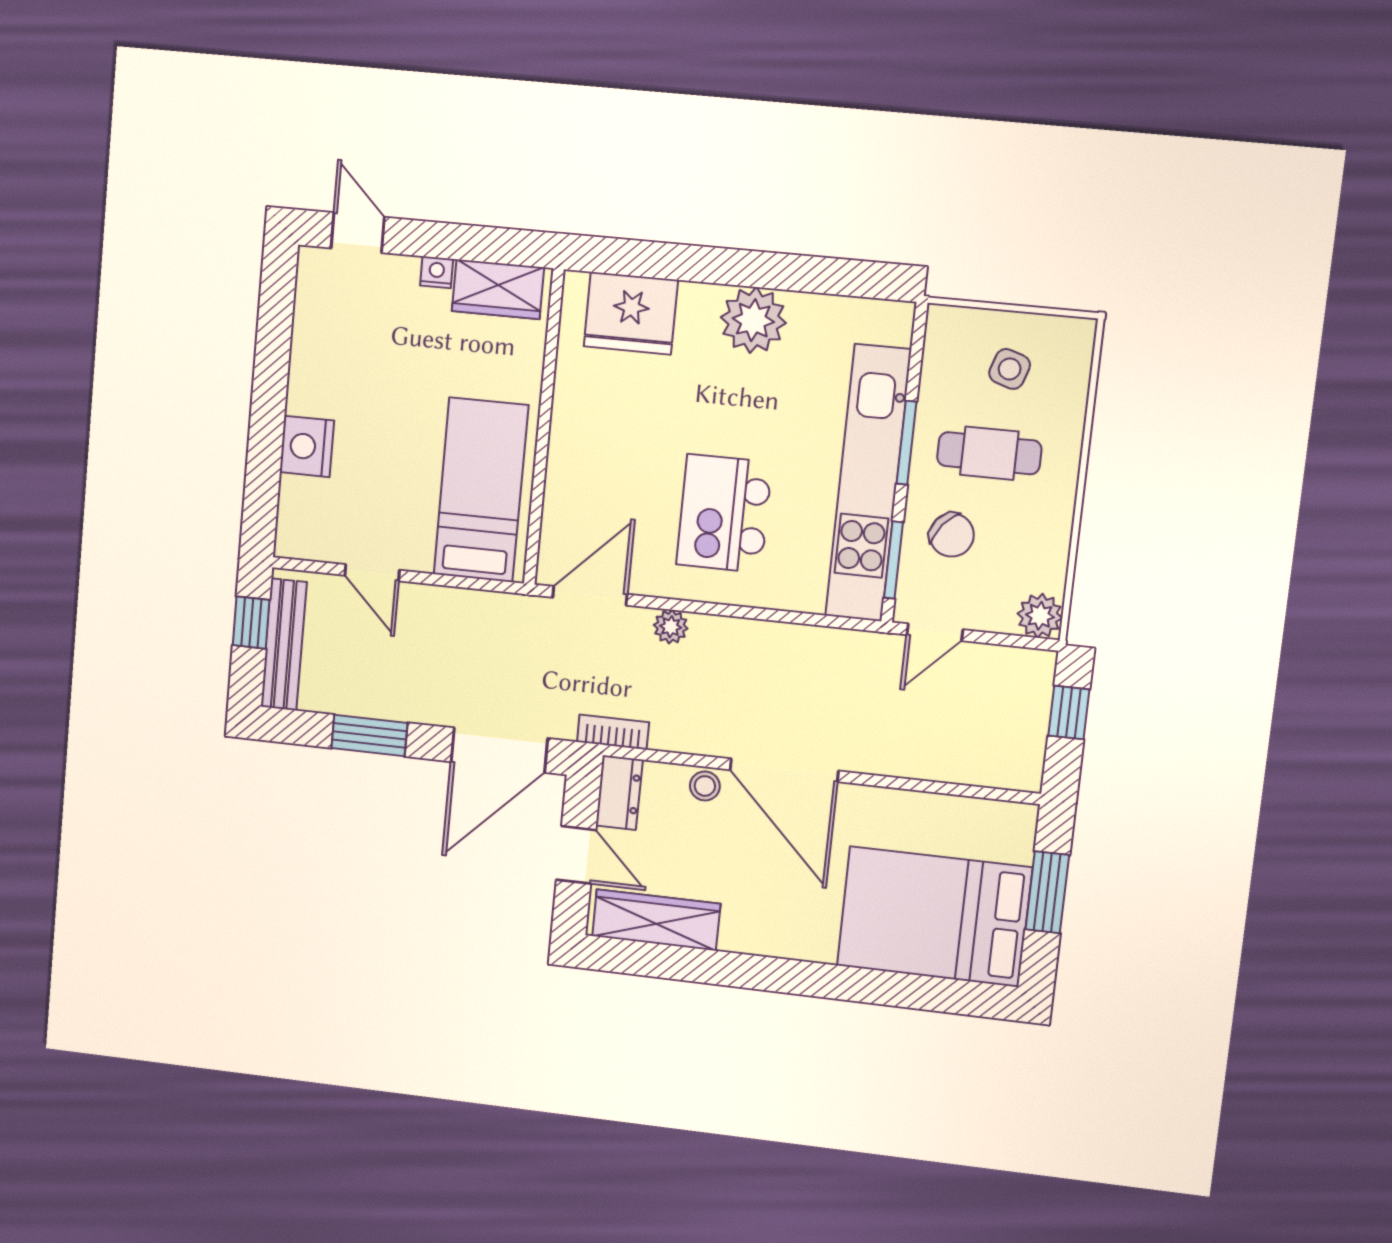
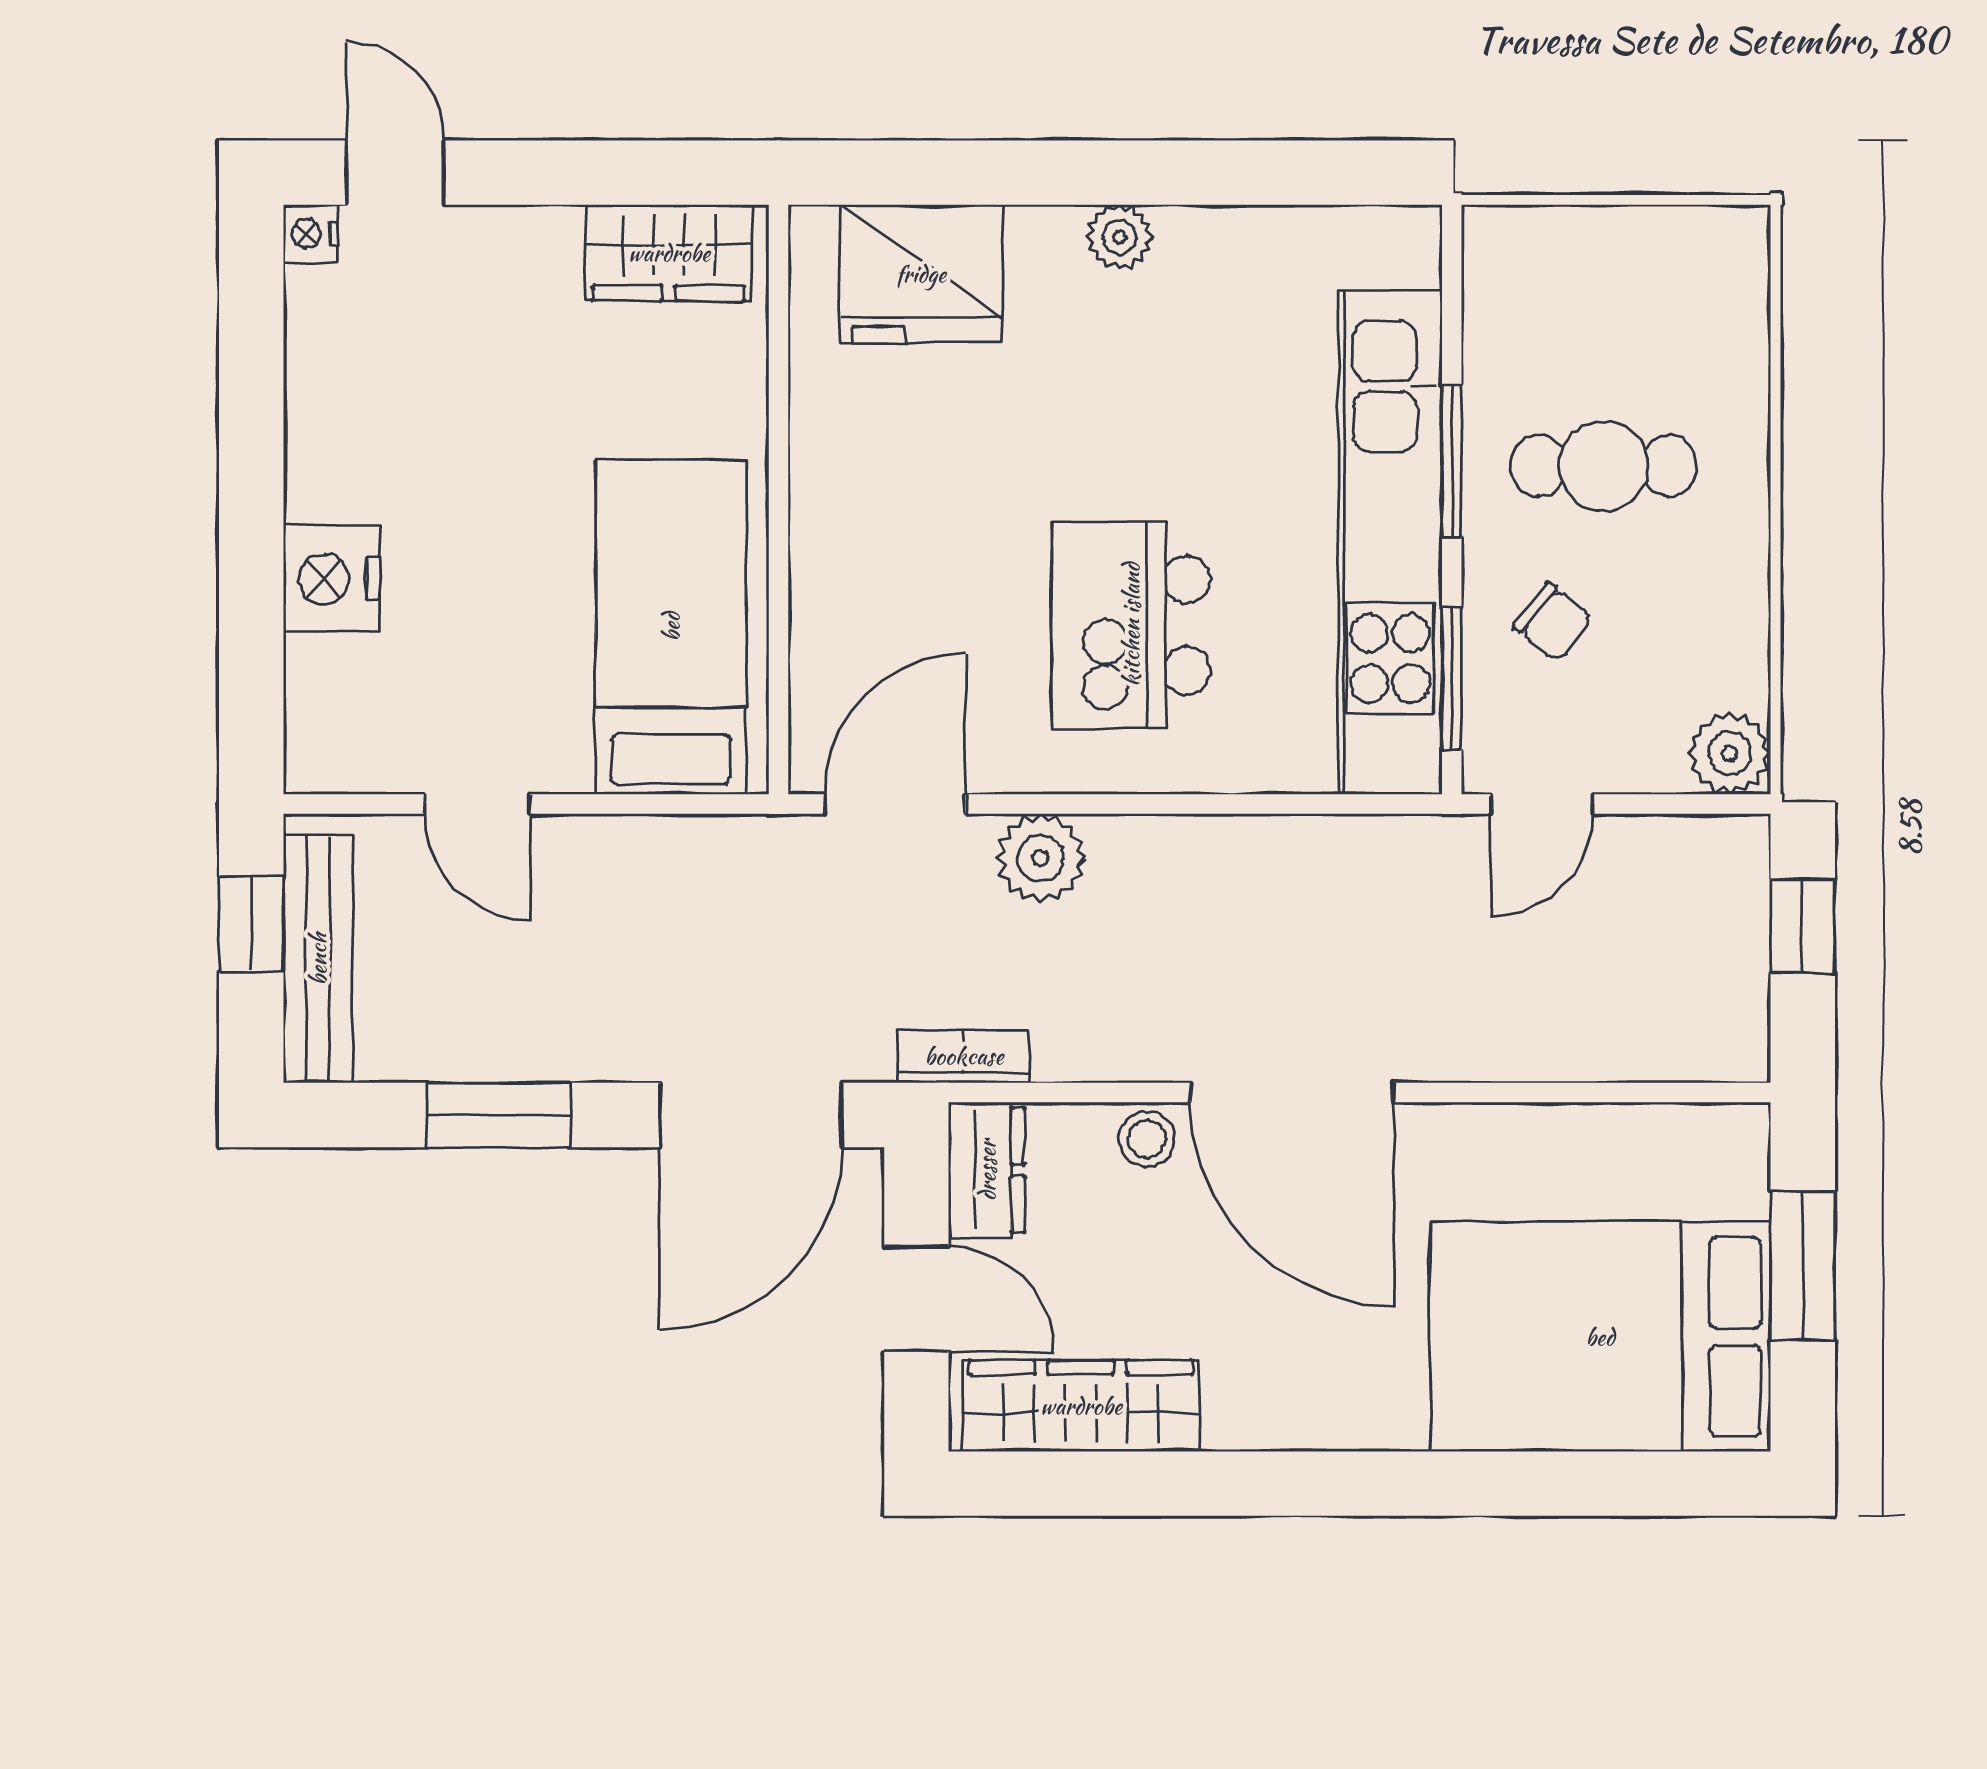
nightstand: (437, 272) -> (311, 234), moved, turned -90
plant: (753, 320) -> (1120, 237), width x0.53, depth x0.53
side table: (1010, 369) -> (1623, 310), removed
chair: (952, 535) -> (1553, 622), width x0.73, depth x0.73
plant: (671, 627) -> (1040, 858), width x1.38, depth x1.38

